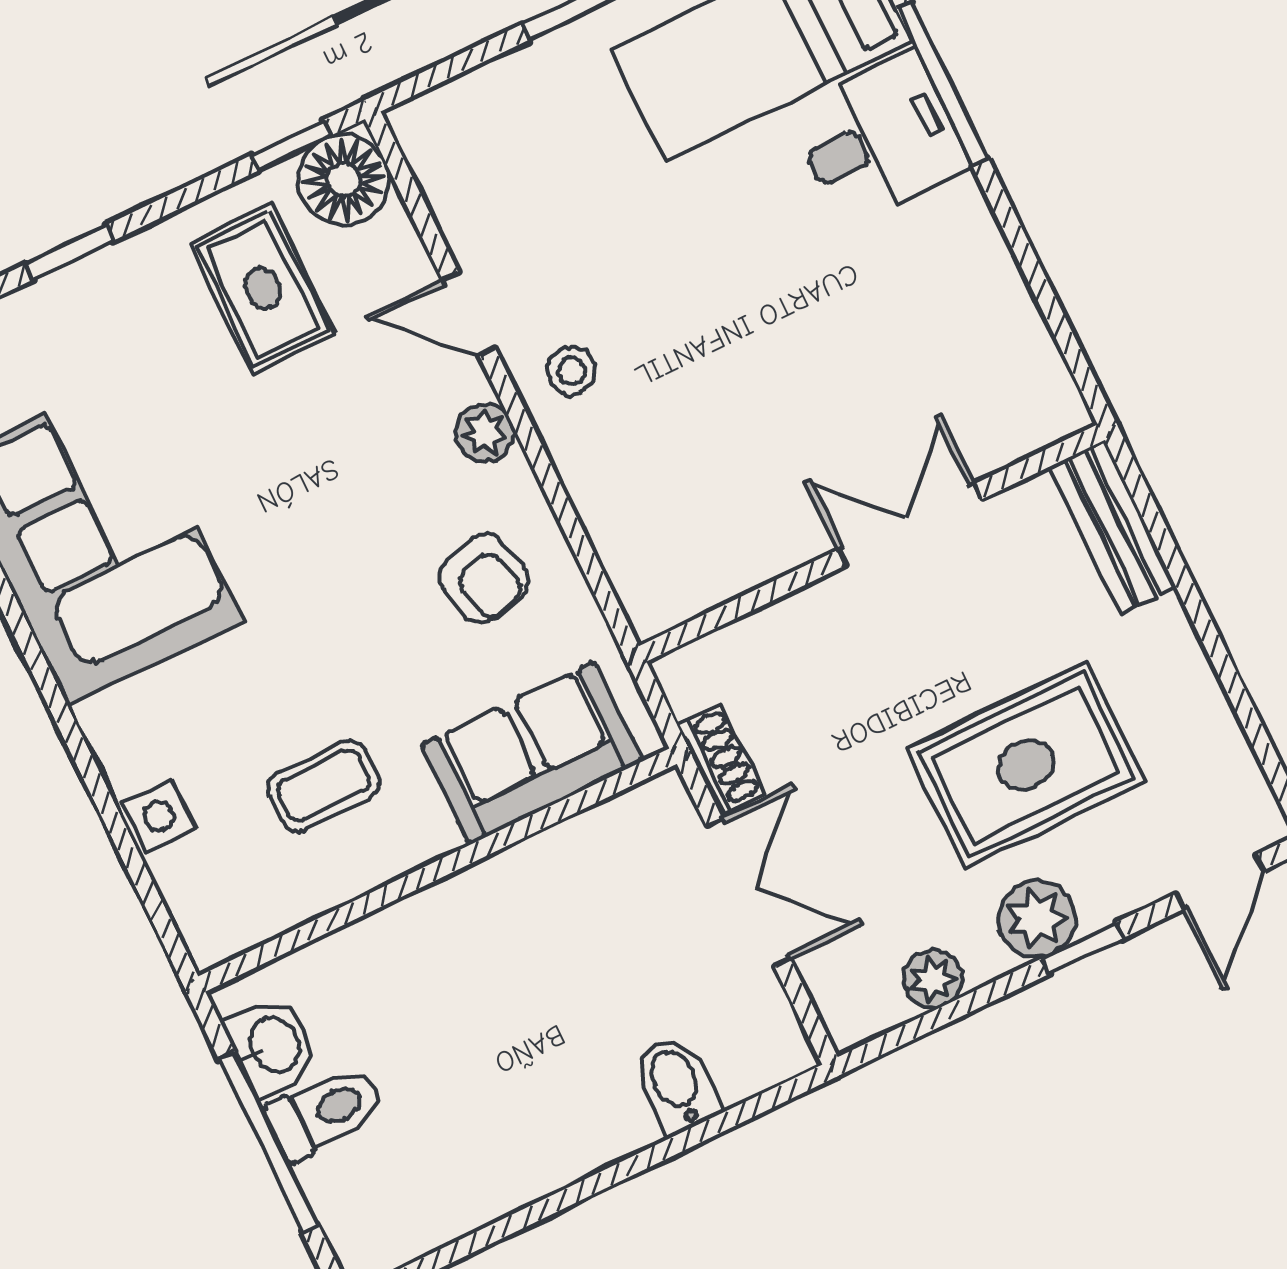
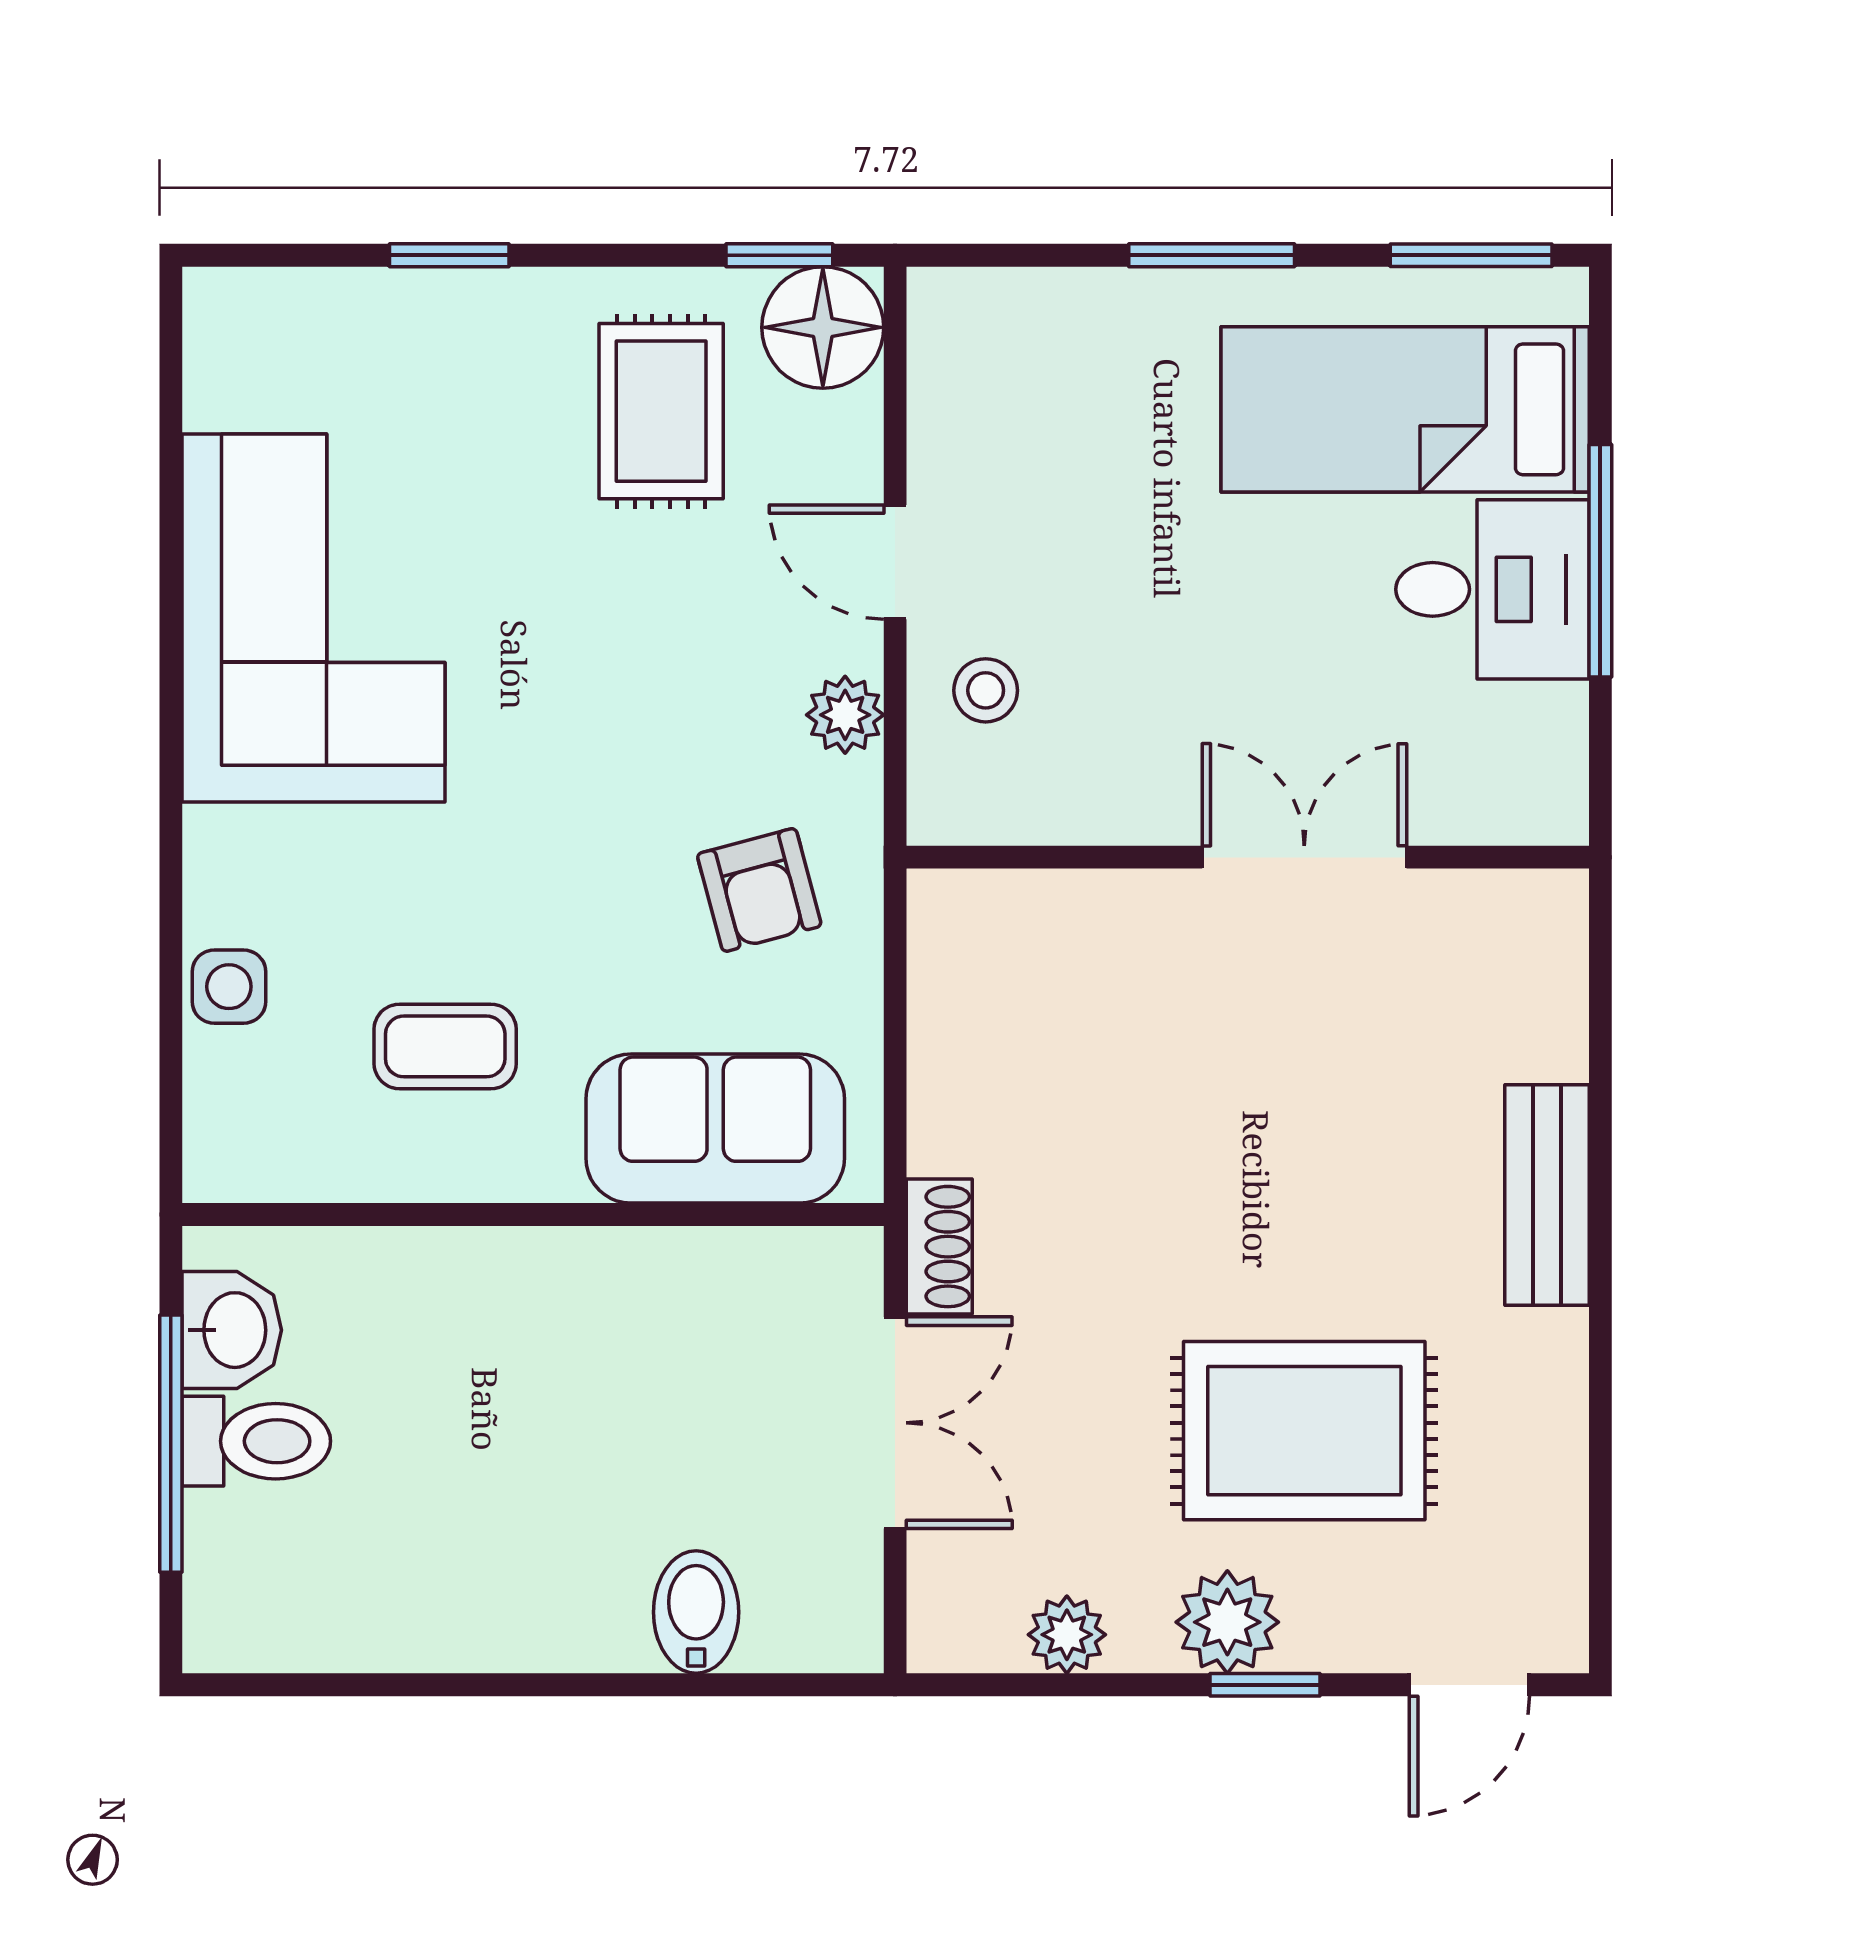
double door: (910, 525) -> (1304, 857), moved
wall: (872, 543) -> (1248, 857), moved

